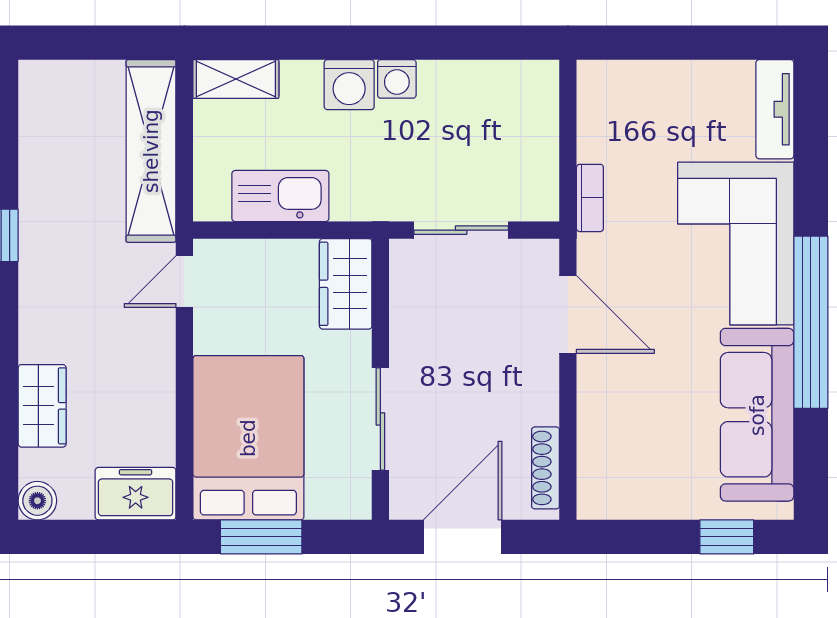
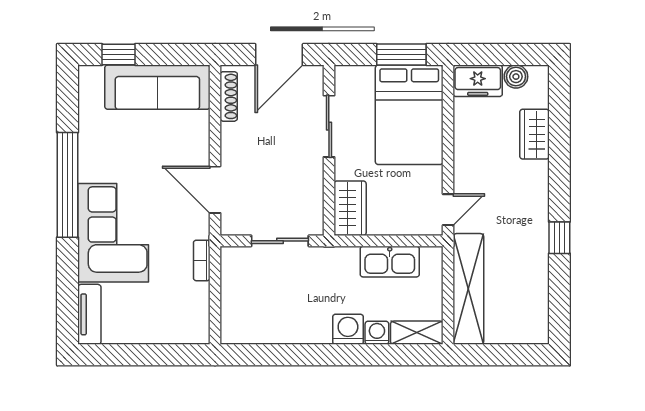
washing machine: (397, 79) -> (377, 333), moved
sofa: (757, 415) -> (157, 87), moved, turned 90
boiler: (37, 501) -> (516, 77), moved

